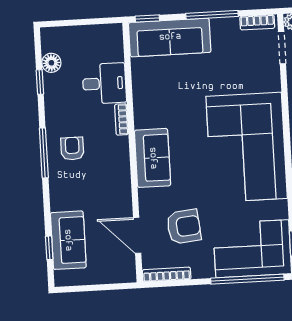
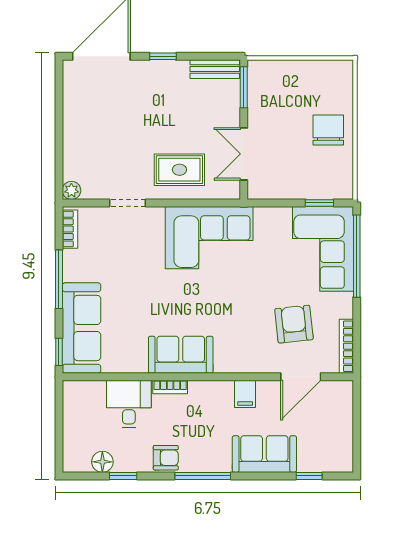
doorway: (282, 48) -> (128, 203), moved
corner sofa: (247, 147) -> (209, 238), width x0.73, depth x0.74
armchair: (72, 149) -> (166, 458), moved, turned 180
sofa: (153, 158) -> (181, 355), moved
filing cabinet: (119, 187) -> (245, 394), added
sofa: (68, 240) -> (264, 454), moved

